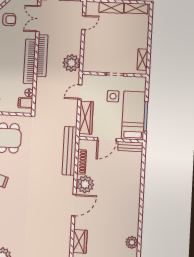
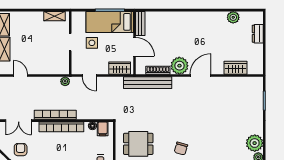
plant: (72, 63) -> (65, 81), width x0.53, depth x0.53
wardrobe: (86, 118) -> (120, 68), width x0.67
door: (74, 205) -> (200, 76), hinge flipped

